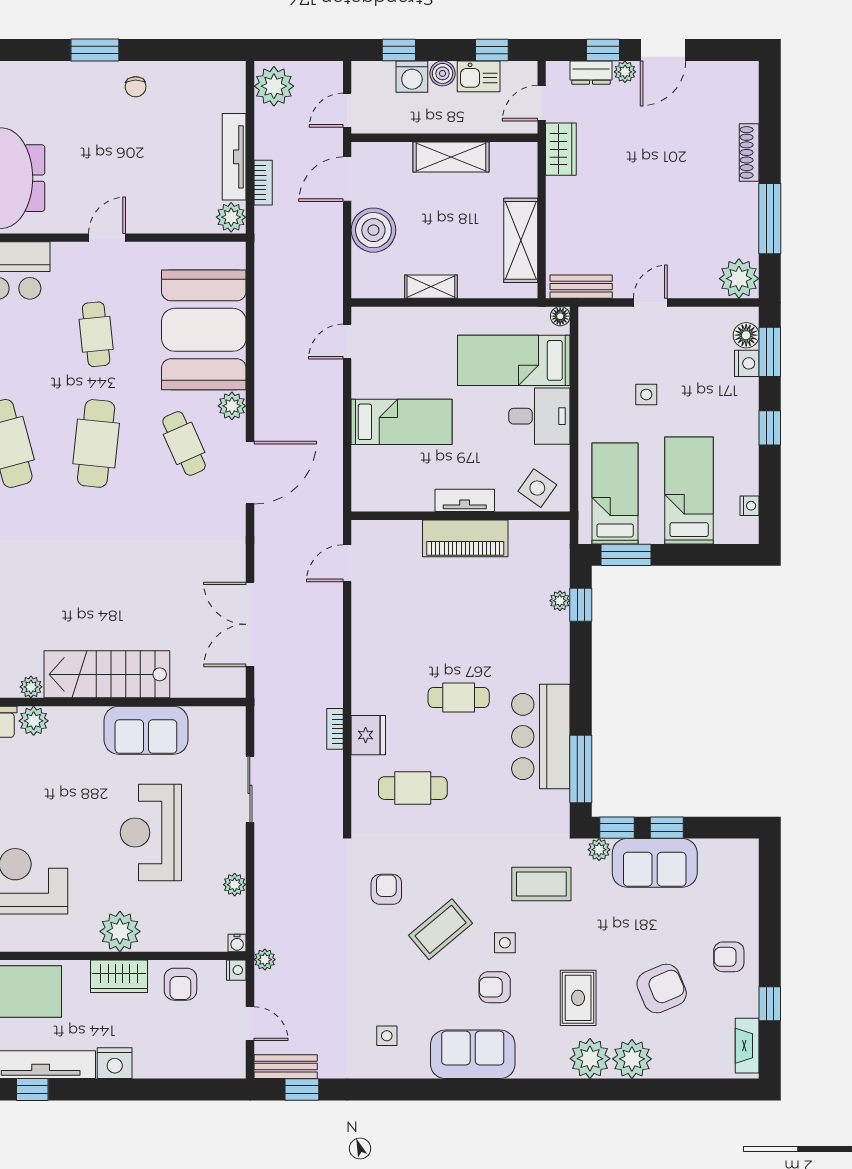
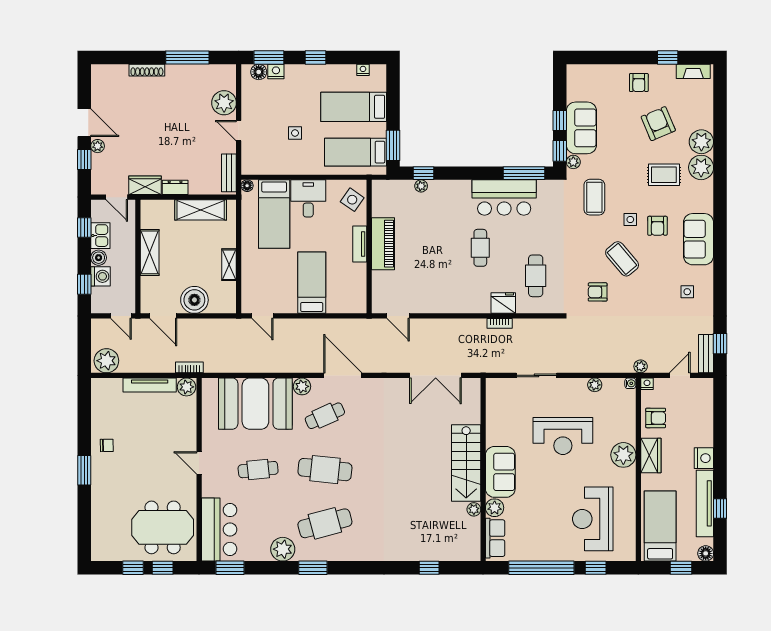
dresser: (591, 73) -> (175, 187), moved, turned -90
bookcase: (263, 183) -> (189, 367), moved
plant: (739, 279) -> (224, 103), moved
sofa: (146, 730) -> (500, 472), moved

